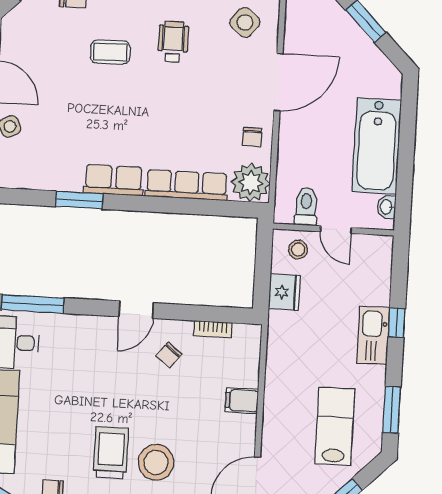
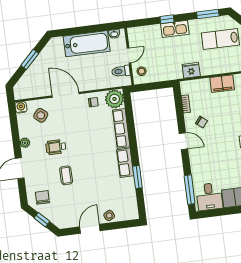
fridge: (284, 292) -> (191, 70), moved
filing cabinet: (242, 401) -> (222, 84), width x2.00

